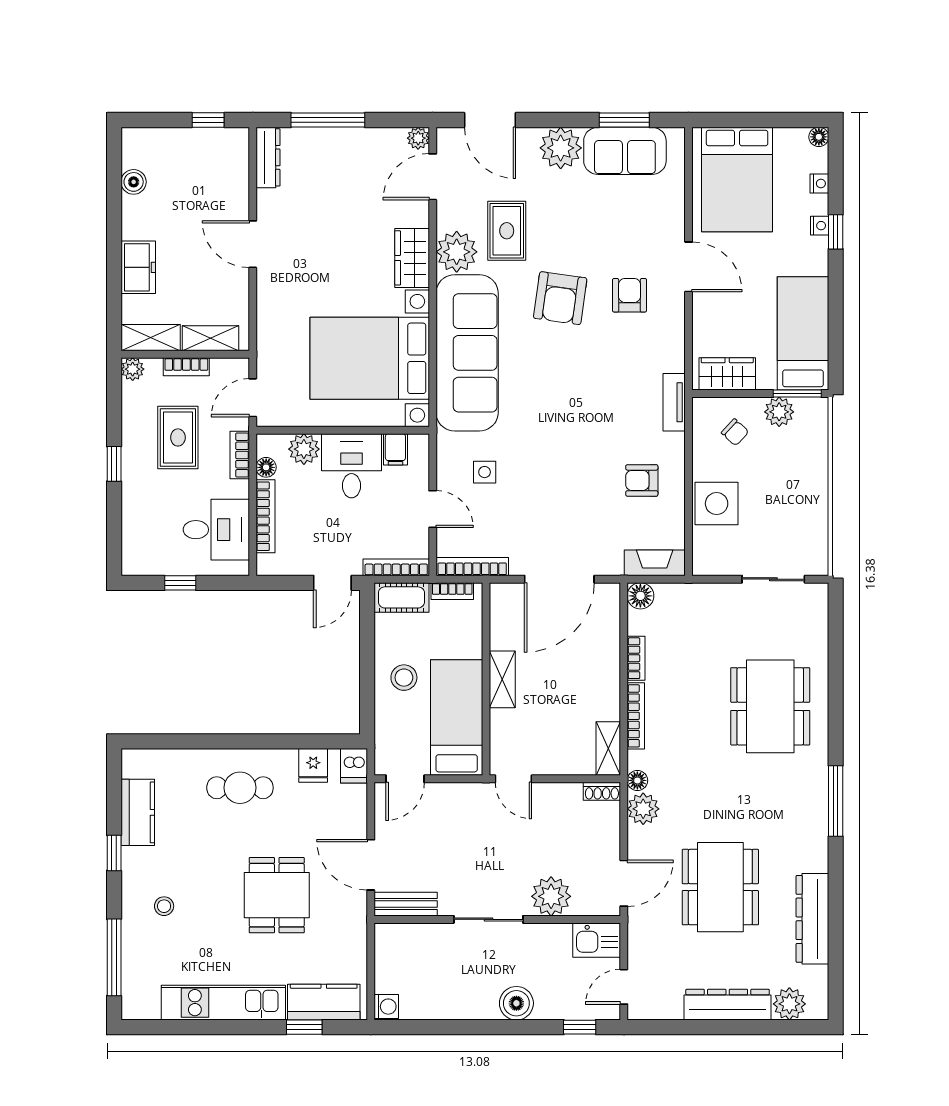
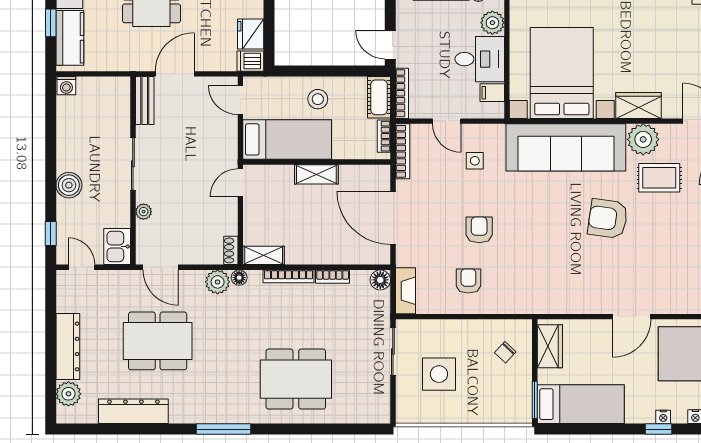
armchair: (630, 295) -> (479, 230), moved, turned -90
tv unit: (674, 402) -> (528, 306), removed
plant: (779, 412) -> (521, 386), removed
side table: (717, 504) -> (439, 374), moved
door: (433, 509) -> (447, 121), hinge flipped
sliding door: (773, 579) -> (393, 351), moved
fridge: (313, 765) -> (251, 34), width x1.38
plant: (551, 896) -> (144, 212), width x0.53, depth x0.53

